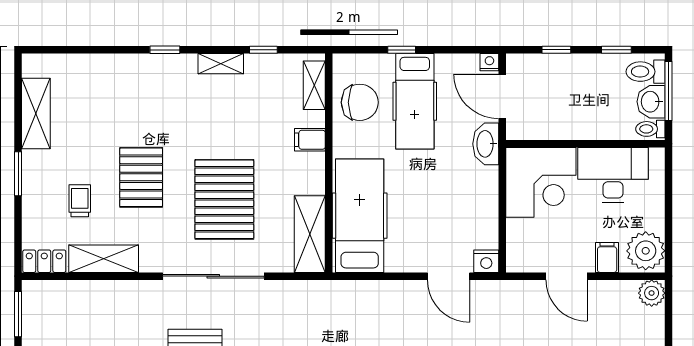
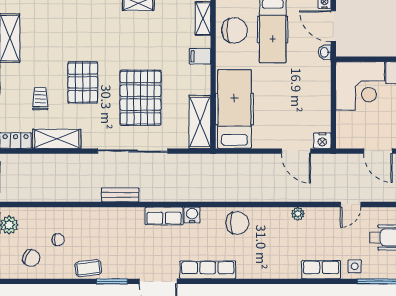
washbasin: (486, 144) -> (325, 52), width x0.52, depth x0.69

